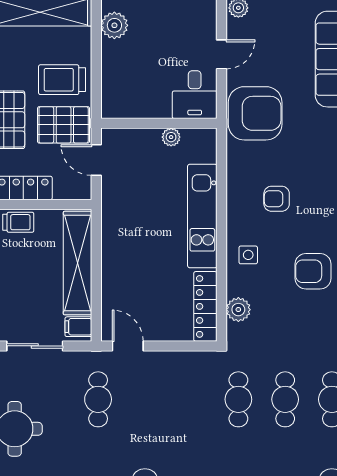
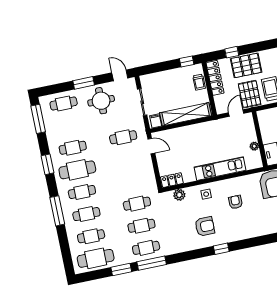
armchair: (313, 271) -> (205, 226), turned 90
locker: (205, 306) -> (172, 180), width x0.66
door: (128, 346) -> (151, 146), hinge flipped

